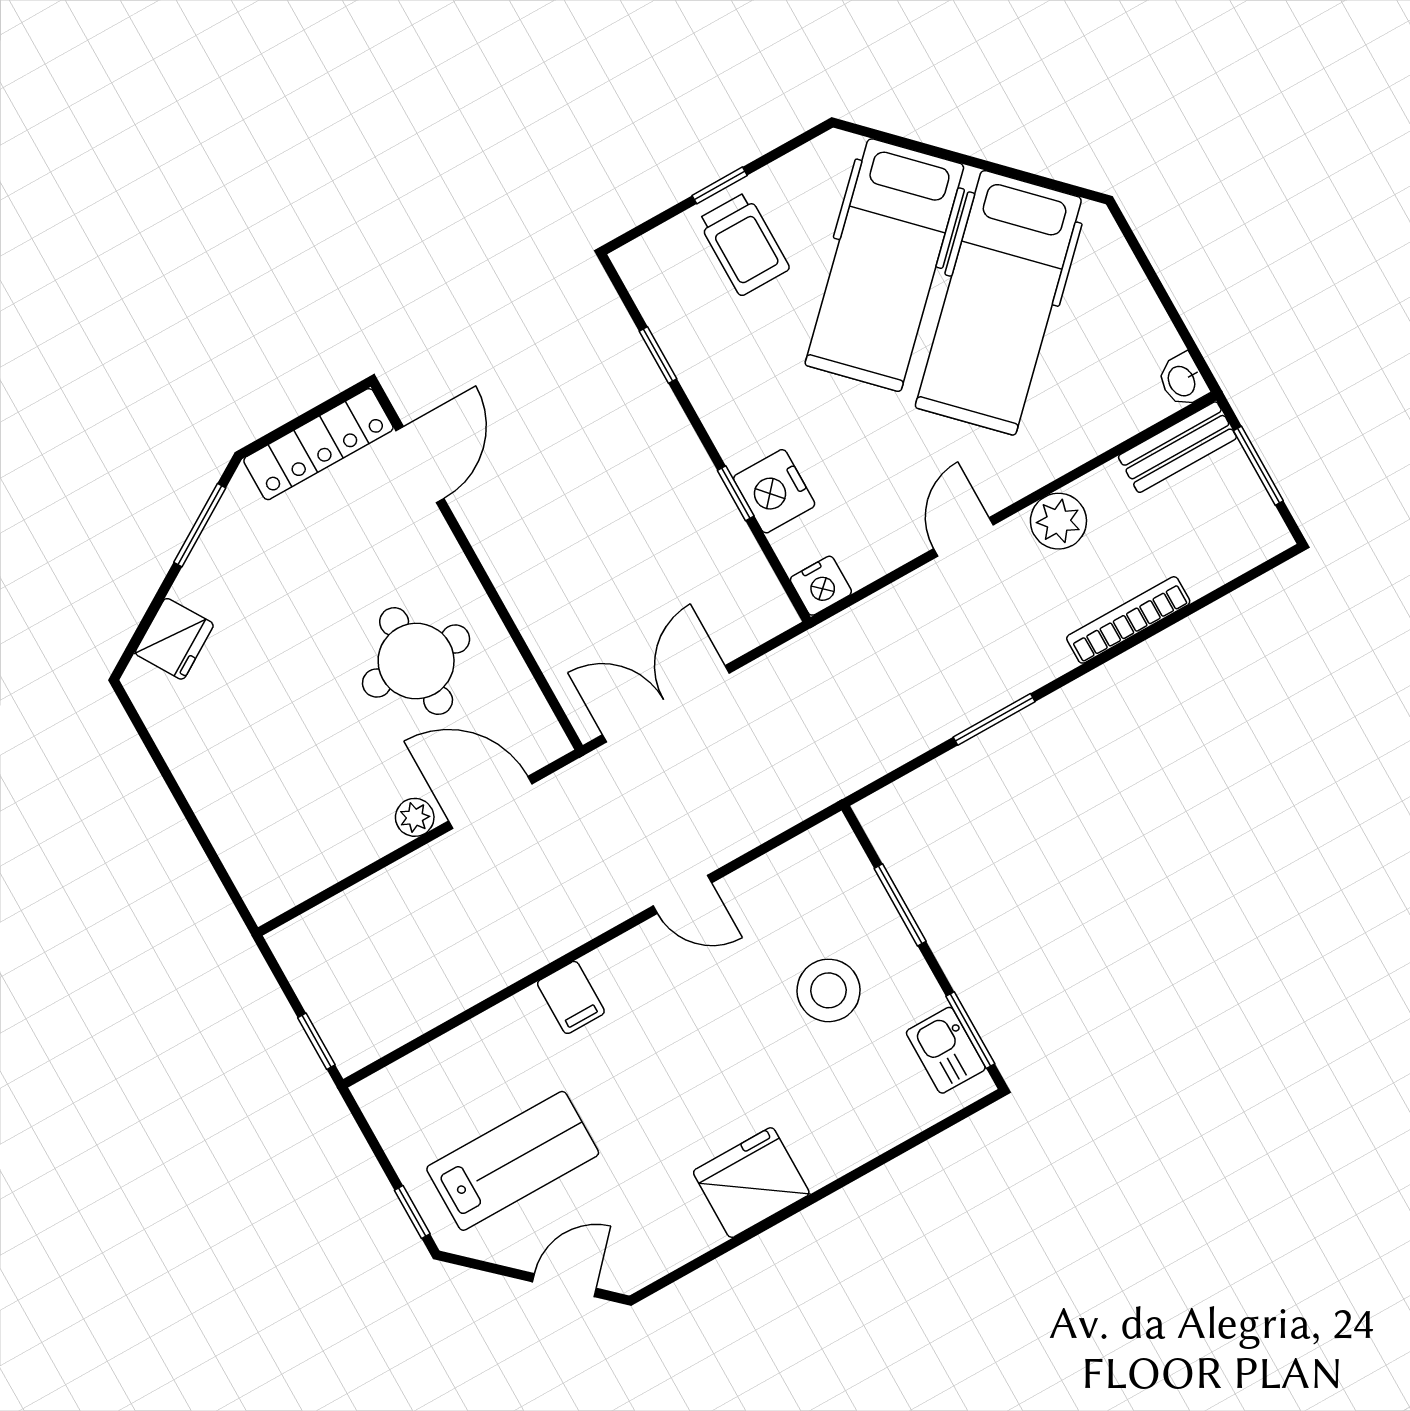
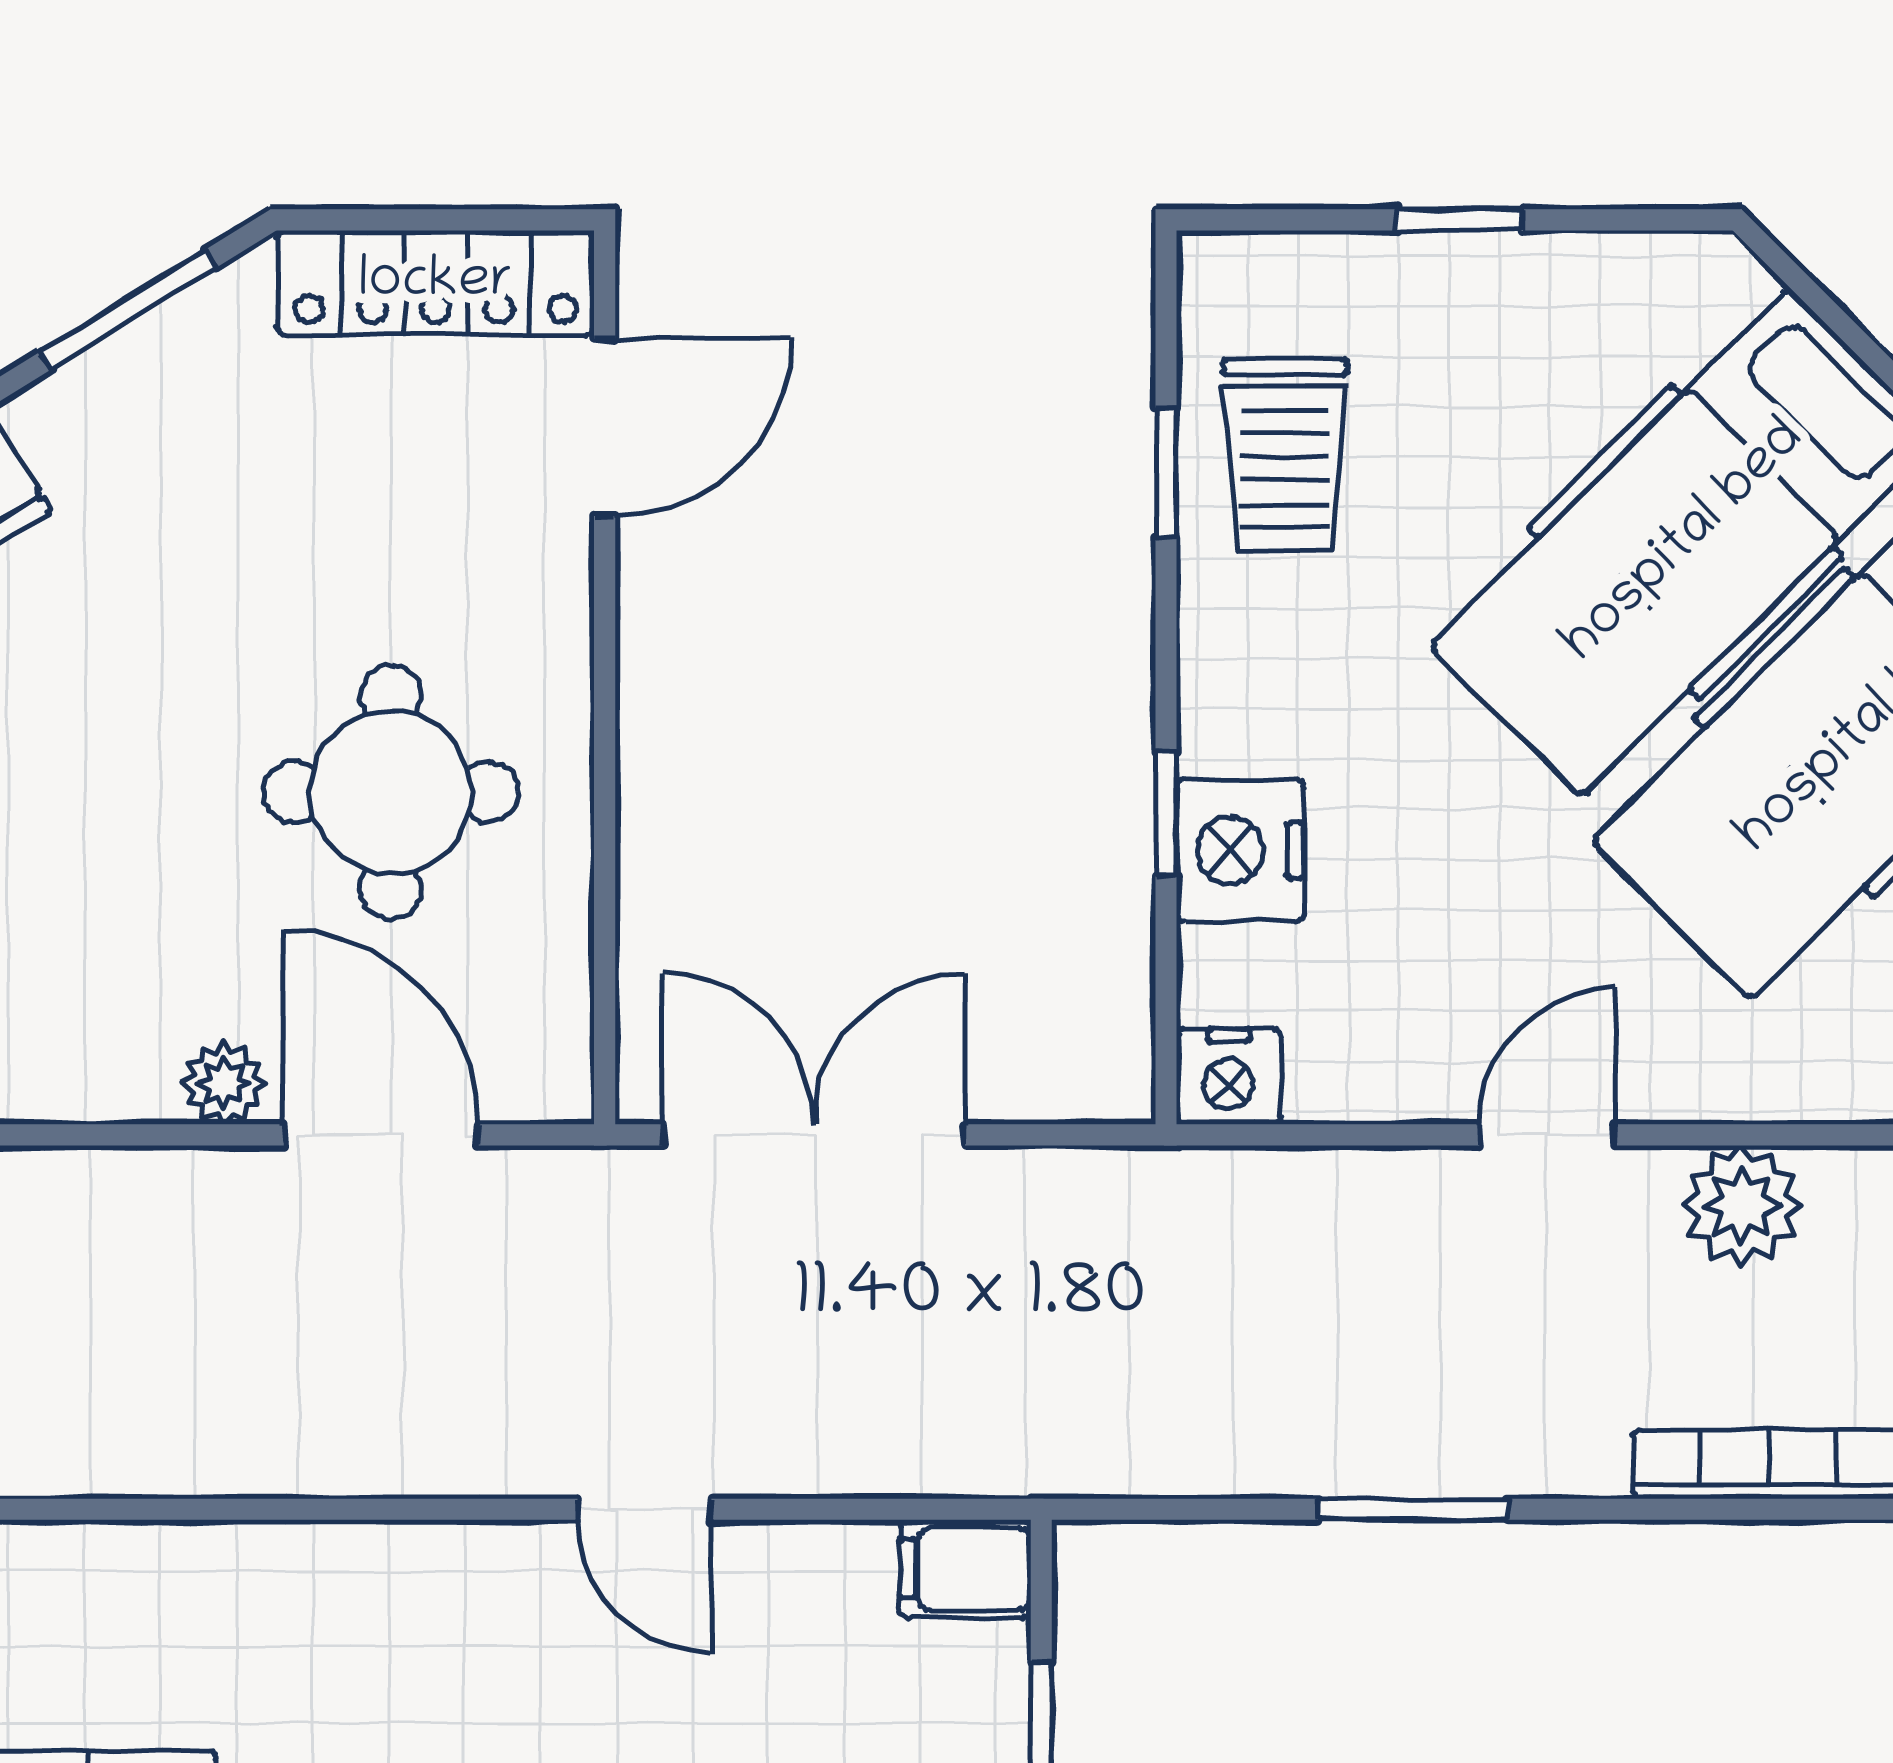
trolley: (744, 244) -> (1285, 455), moved
filing cabinet: (571, 997) -> (965, 1569), moved, turned 90

